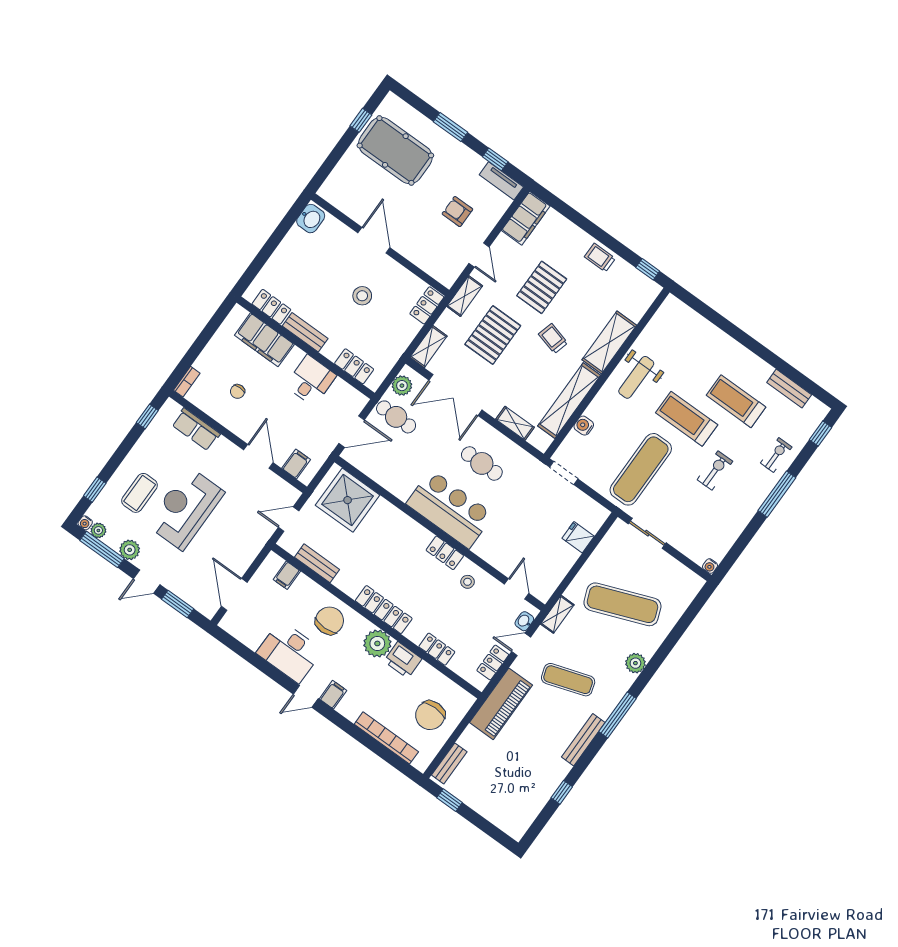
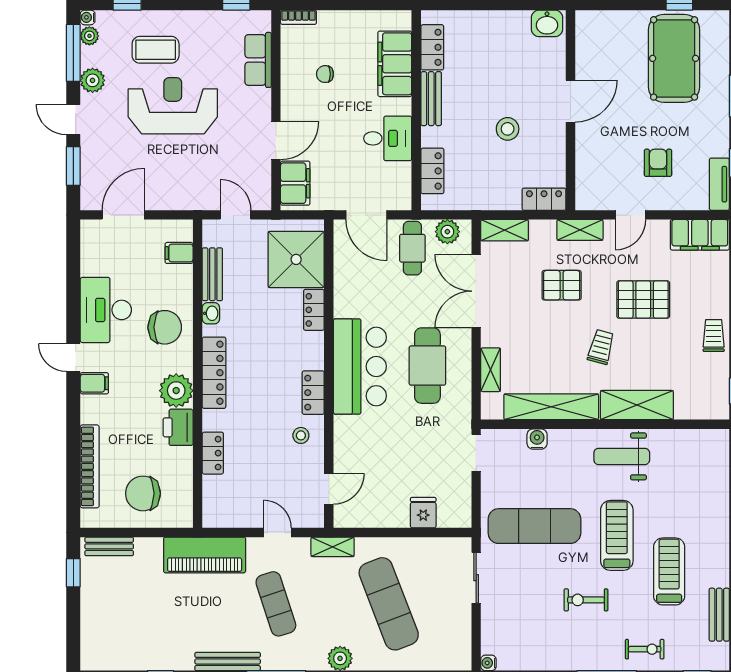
pallet: (493, 335) -> (562, 285), width x0.67, depth x0.71
cafe table: (482, 463) -> (427, 366), width x1.37, depth x1.35
filing cabinet: (296, 464) -> (295, 183), width x2.00
exercise bike: (715, 470) -> (586, 600), turned 180
washbasin: (524, 621) -> (211, 313), moved, turned 90
locker: (493, 663) -> (314, 310), moved, turned -90

